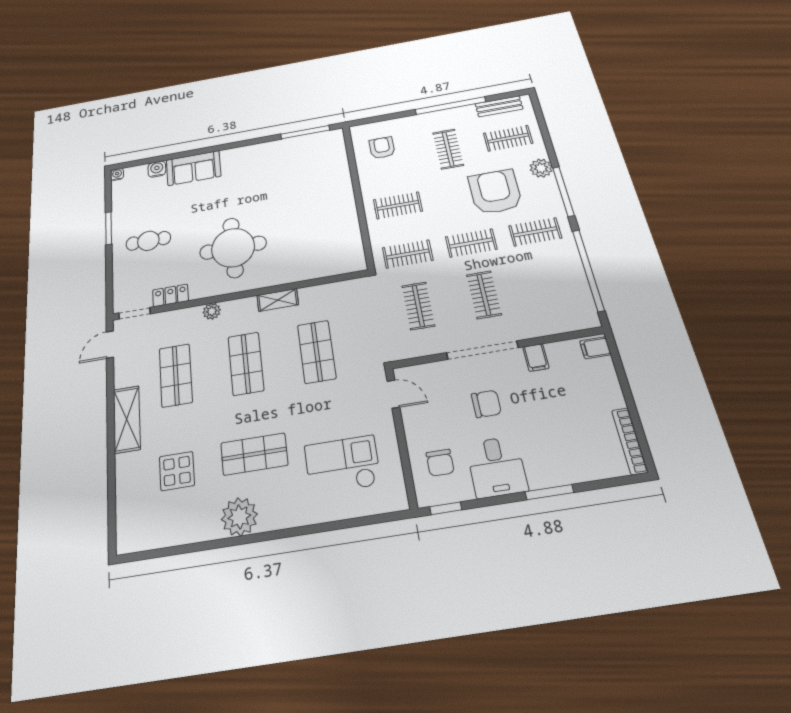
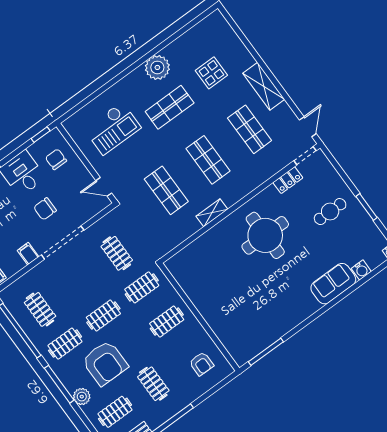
clothes rail: (484, 295) -> (40, 309), moved
plant: (212, 311) -> (252, 183), removed

